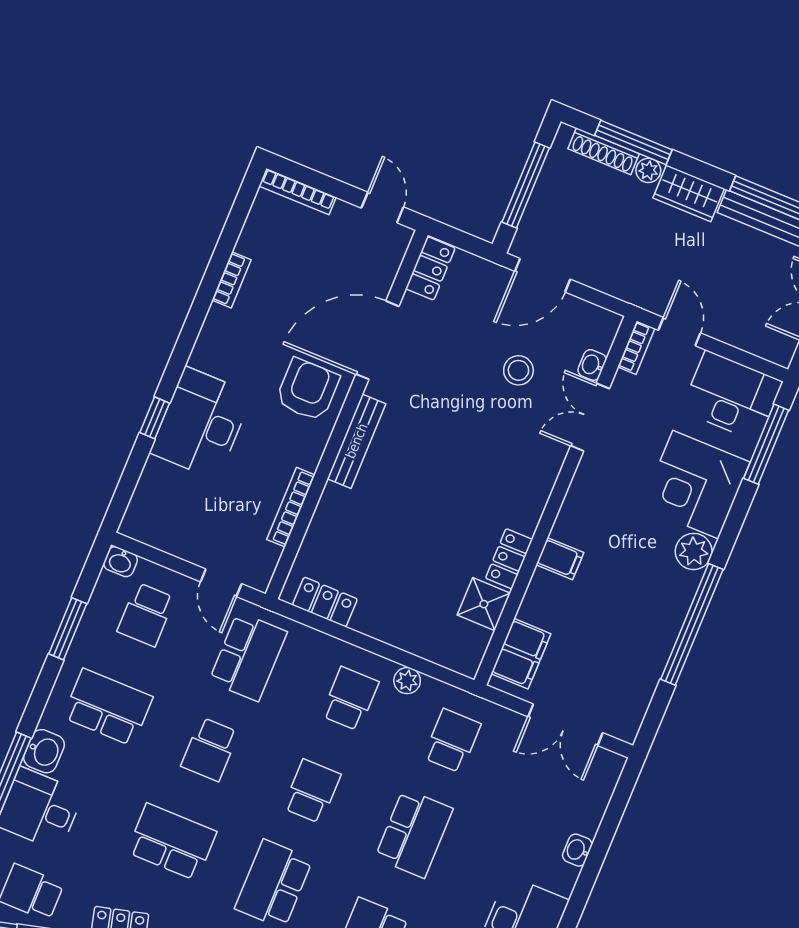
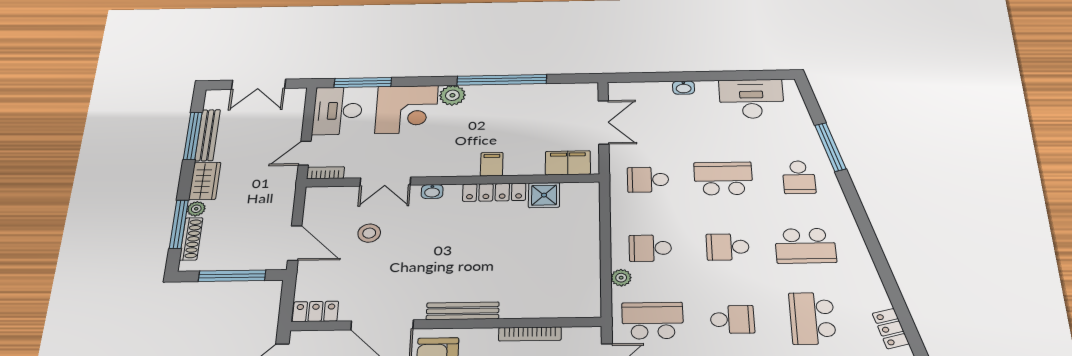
washbasin: (592, 365) -> (432, 192), moved
locker: (509, 559) -> (494, 192), width x1.53
locker: (325, 602) -> (589, 288), removed
plant: (407, 681) -> (621, 278), moved

